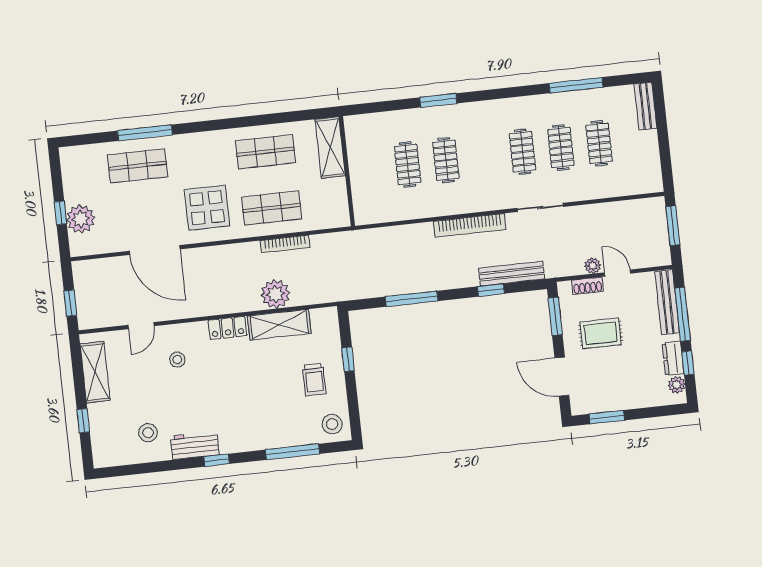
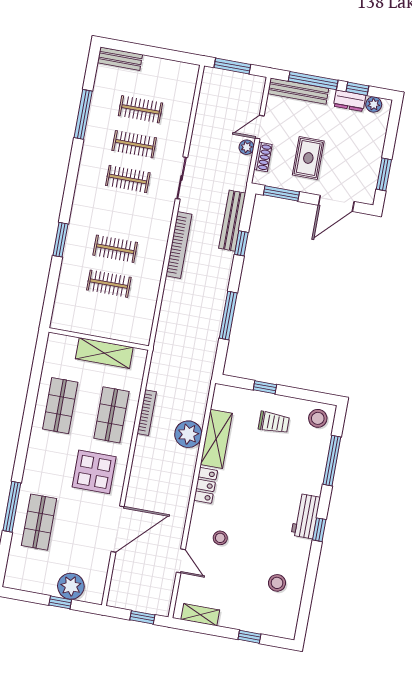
shelving: (330, 147) -> (104, 353), moved
shelving: (95, 372) -> (200, 615), width x0.67, depth x0.75
workbench: (195, 445) -> (306, 516), moved

